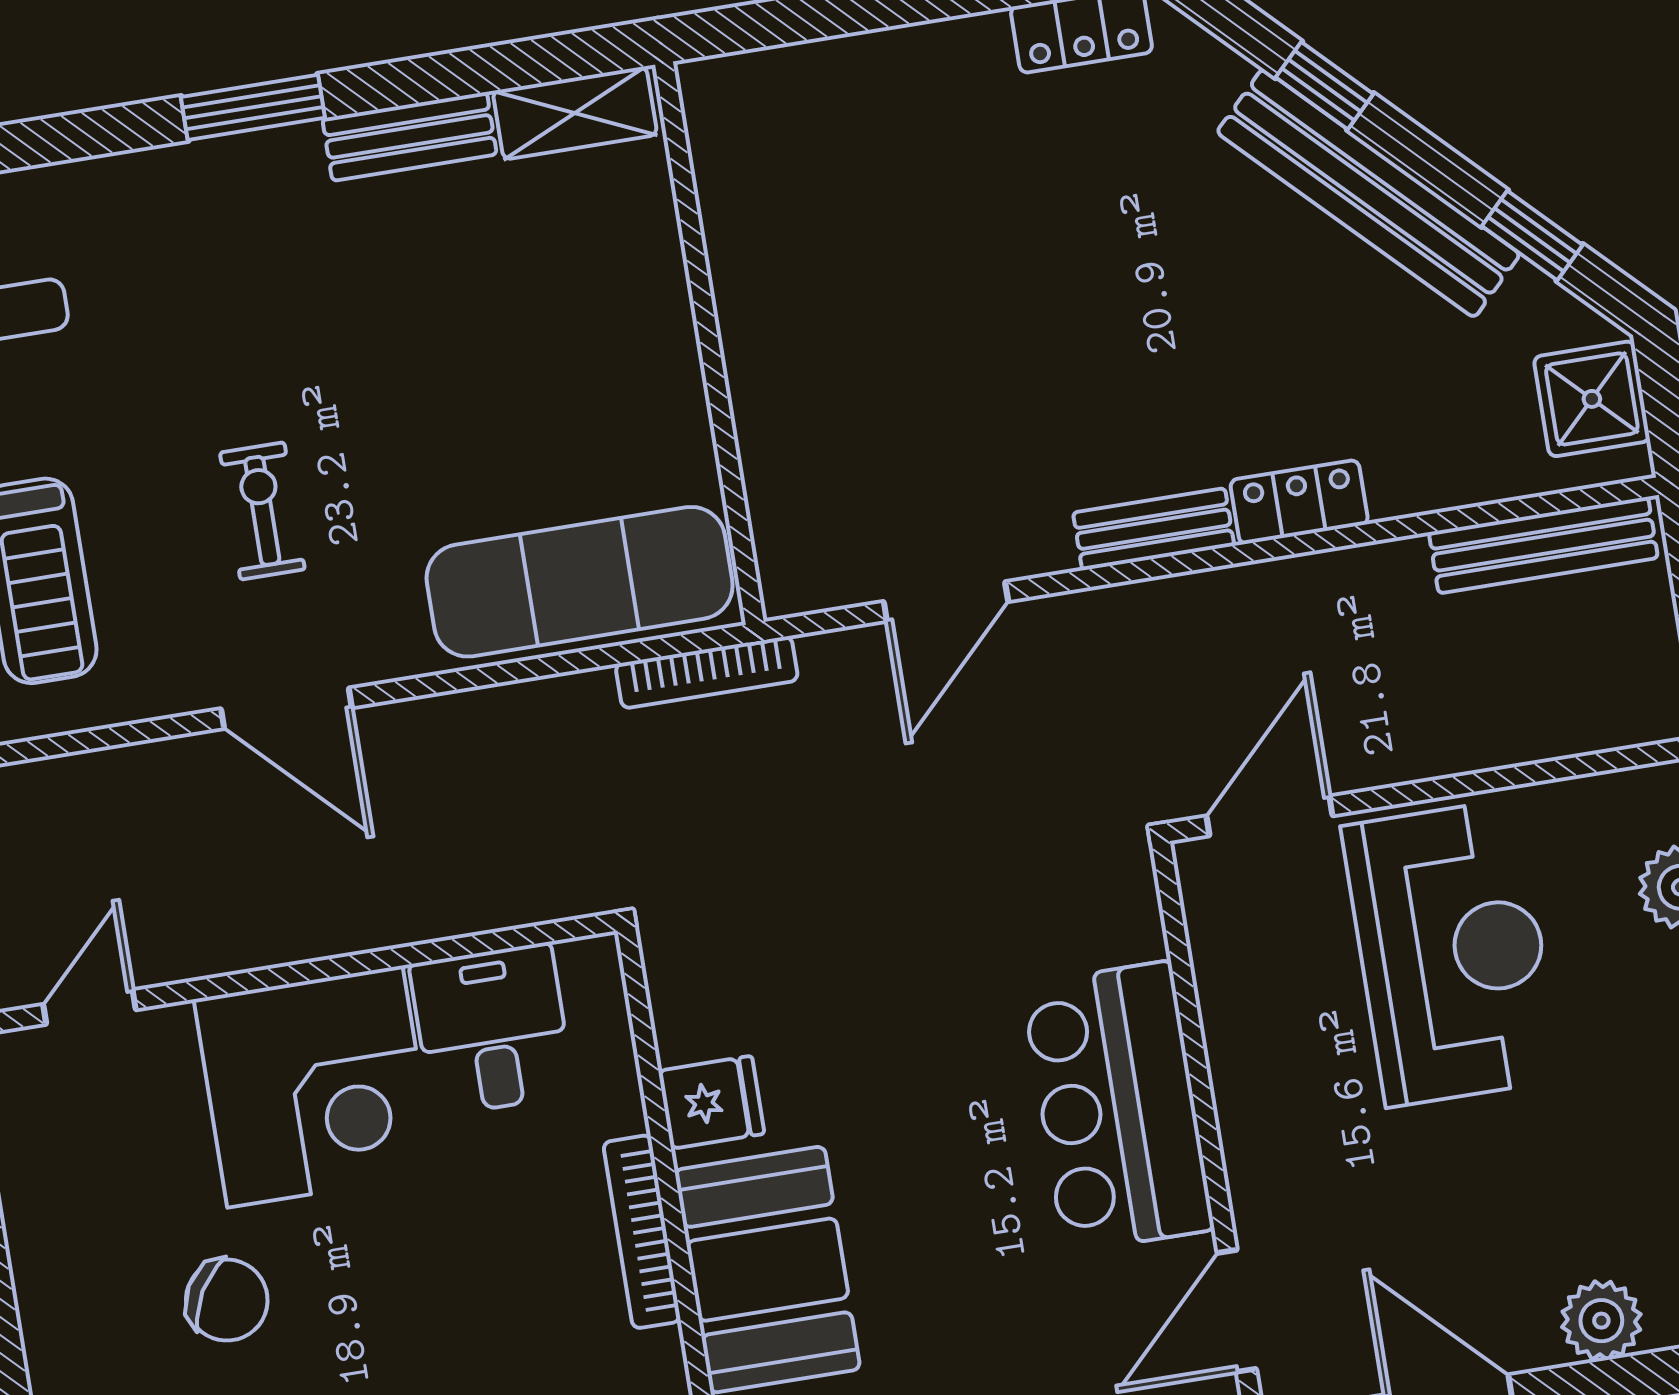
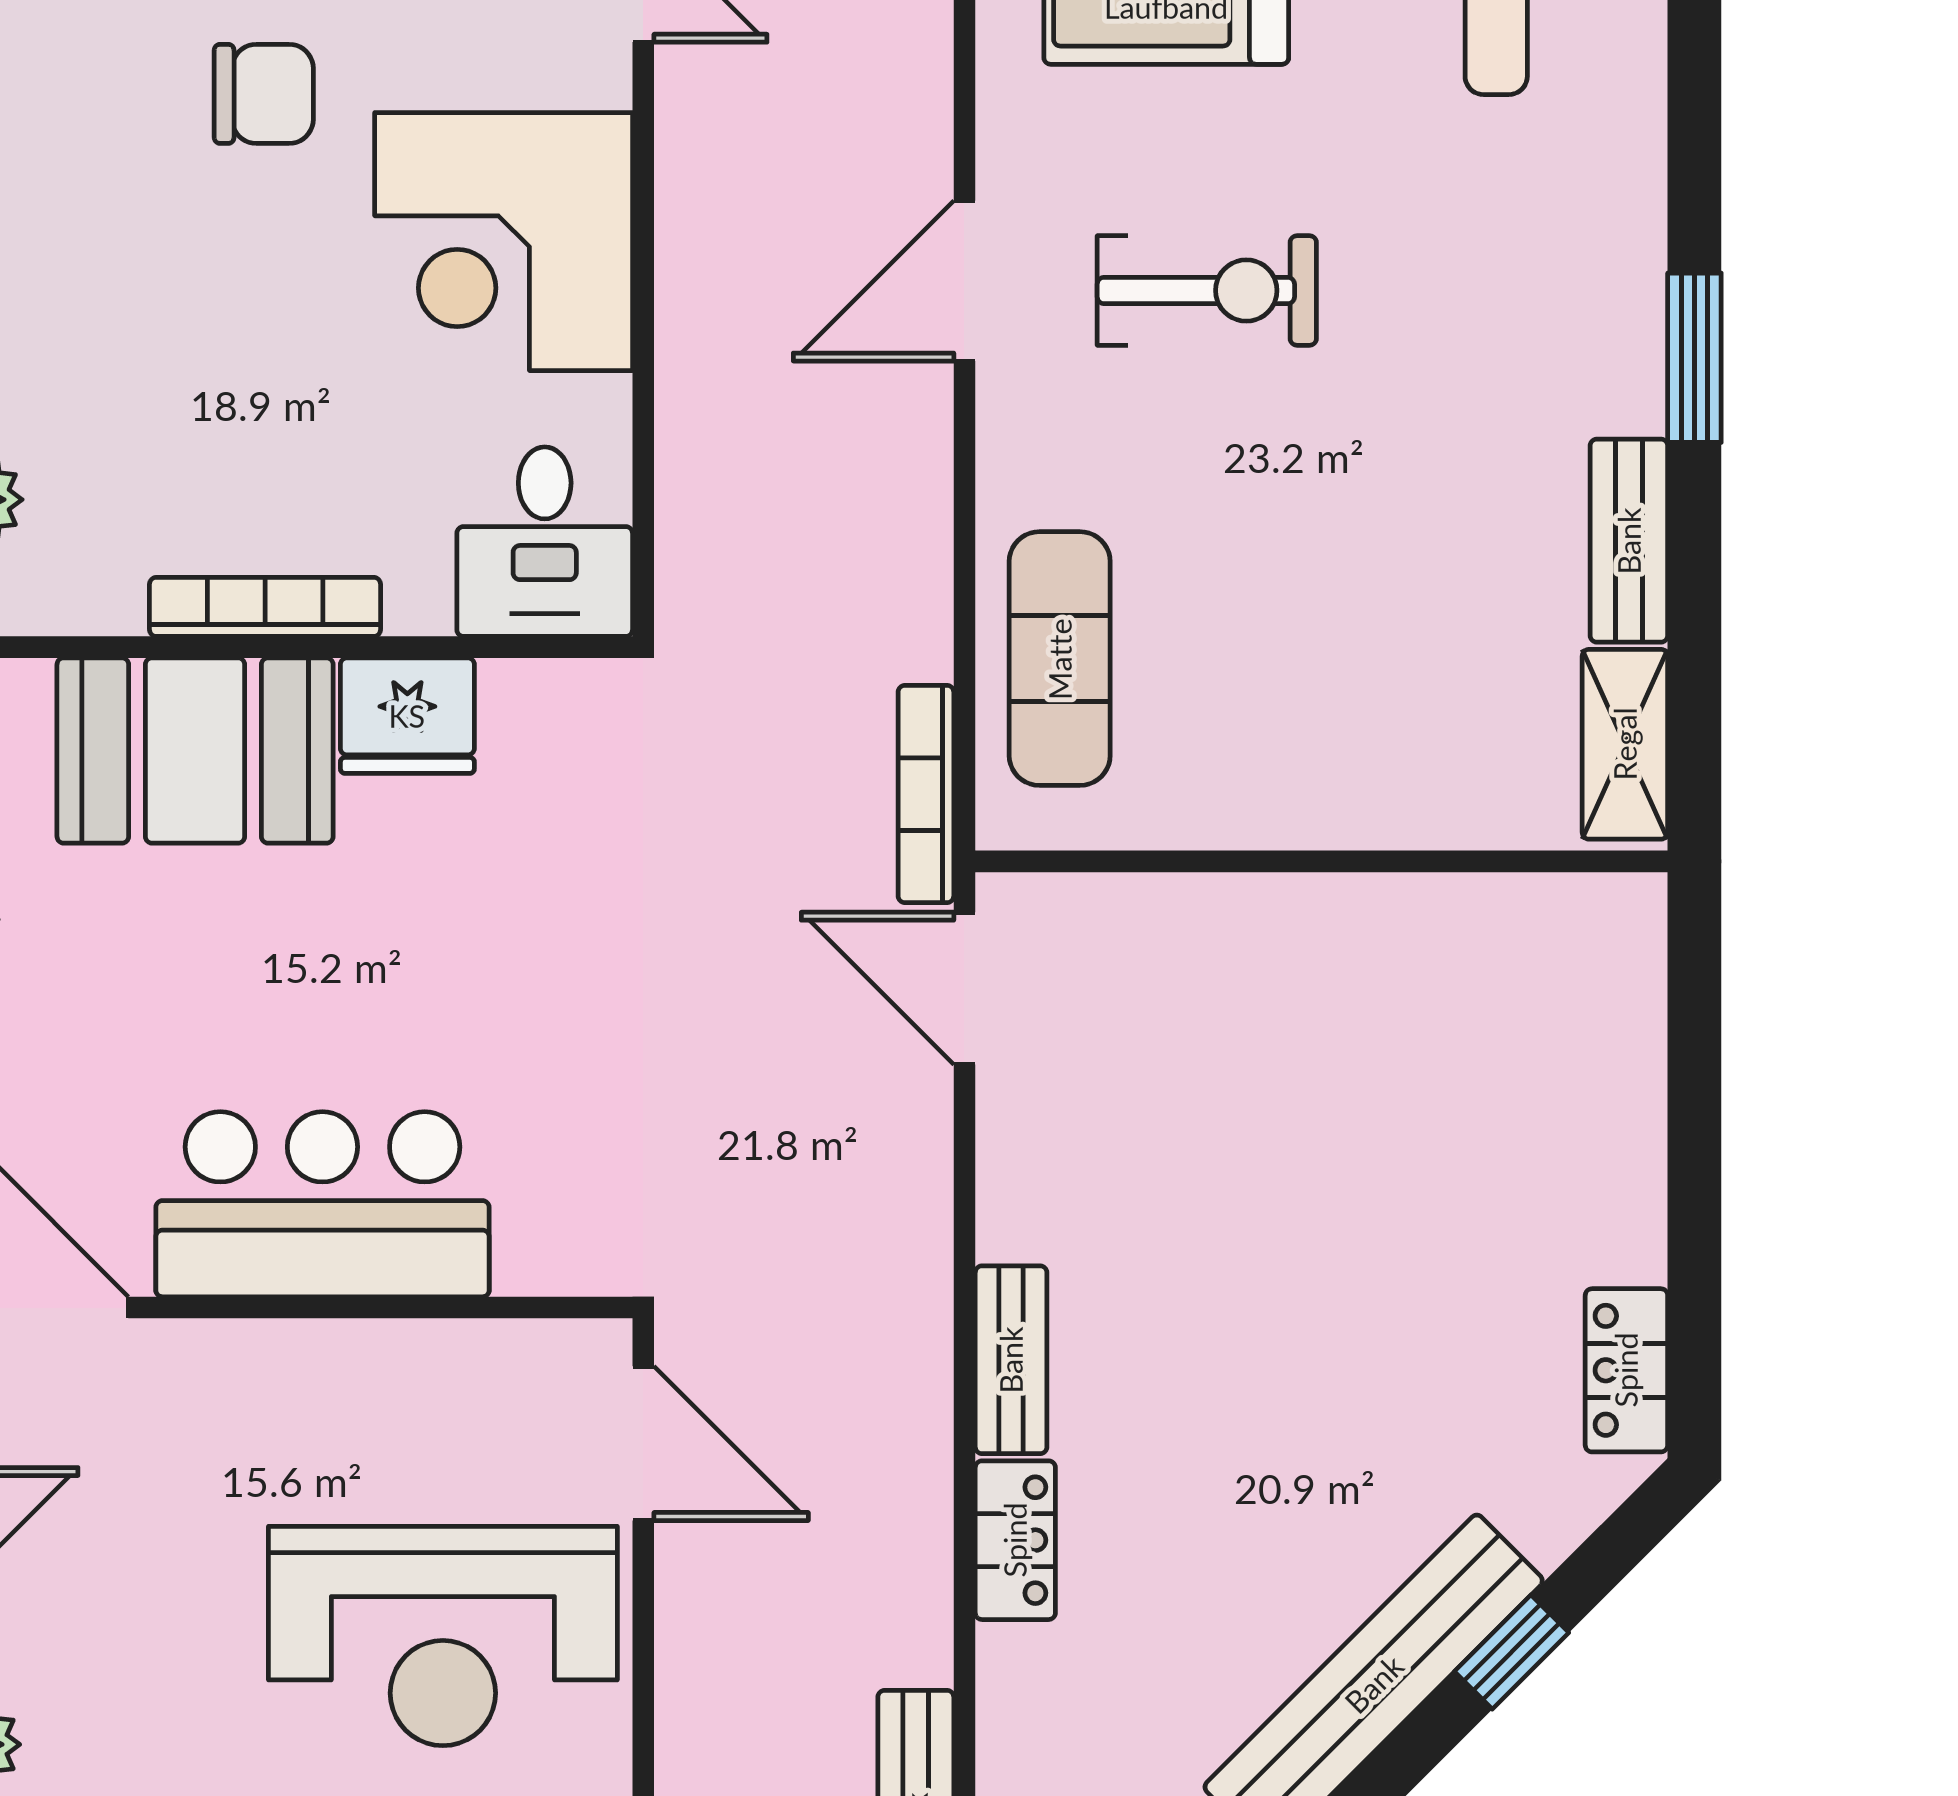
exercise bike: (262, 511) -> (1207, 290), width x1.38, depth x1.39
exercise mat: (580, 582) -> (1060, 659), width x0.73, depth x0.69
door: (946, 601) -> (964, 988), moved
desk: (492, 1030) -> (545, 542), moved, turned 90
fridge: (711, 1102) -> (407, 716), width x1.38
chair: (227, 1300) -> (264, 94), turned -120

